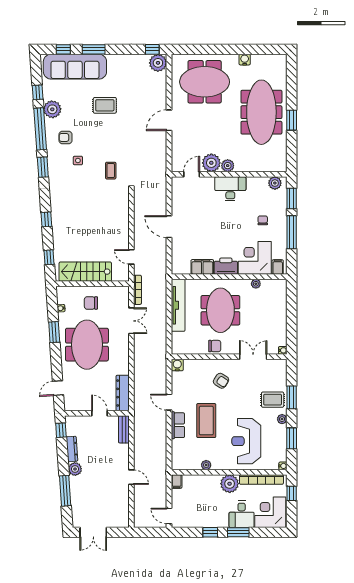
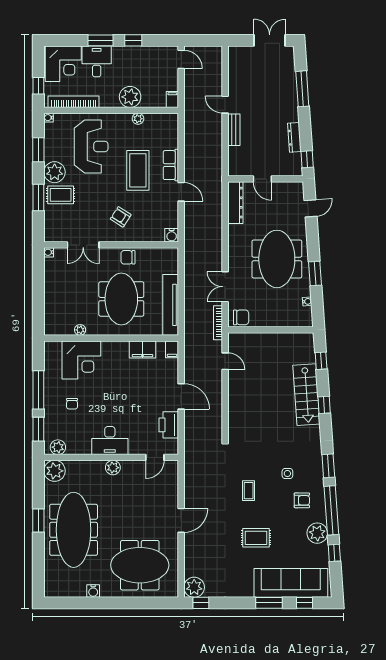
plant: (211, 163) -> (55, 471), moved
coffee table: (111, 171) -> (249, 491), moved
printer: (226, 266) -> (169, 425), moved, turned 90
filing cabinet: (278, 267) -> (172, 349), moved
stairs: (85, 272) -> (306, 395), moved, turned 86
chair: (91, 303) -> (241, 317), moved
plant: (282, 419) -> (55, 172), width x1.87, depth x1.87
bench: (124, 429) -> (234, 130), moved
plant: (75, 469) -> (291, 114), removed
plant: (230, 484) -> (130, 97), moved

